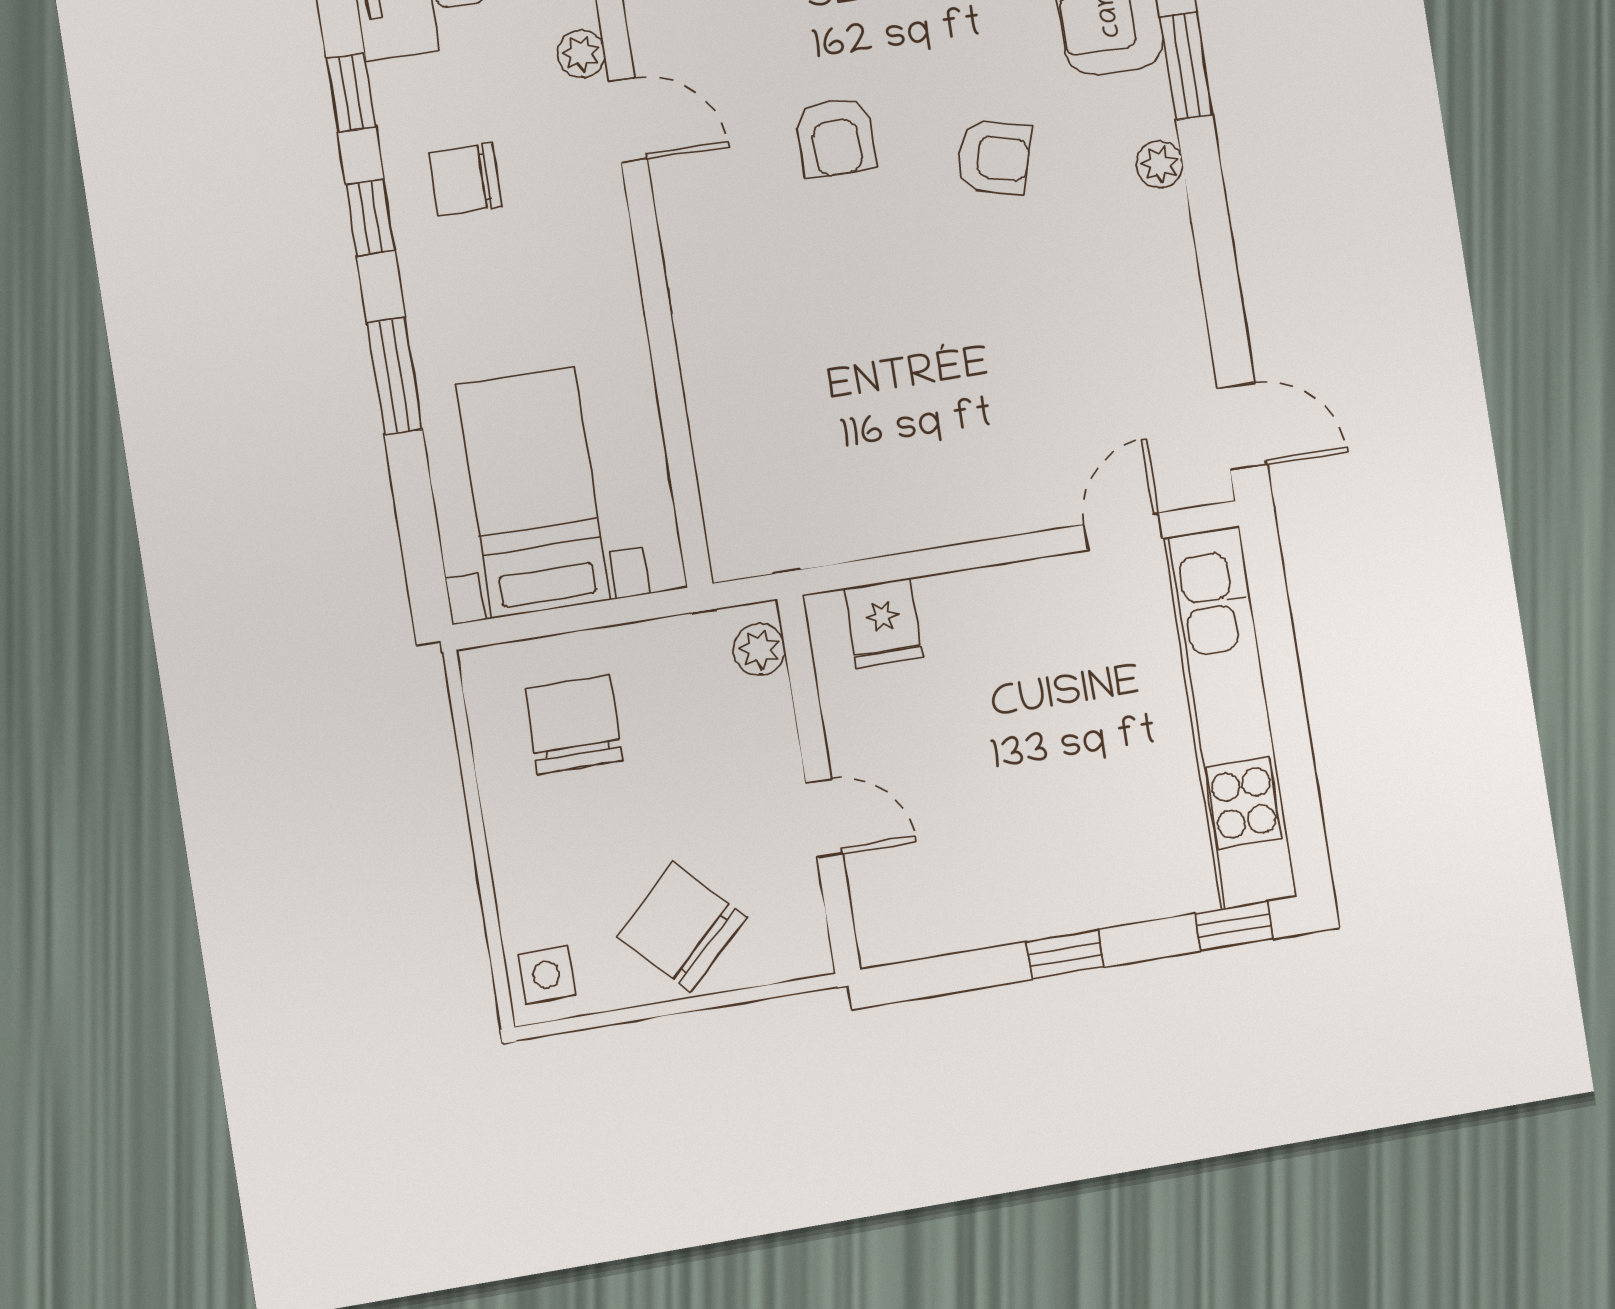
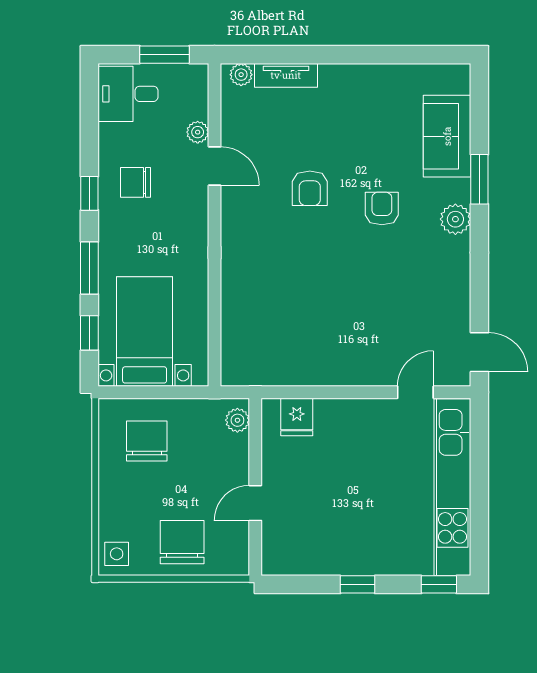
window: (351, 93) -> (89, 333), moved
armchair: (993, 157) -> (382, 209), turned -105
plant: (1159, 164) -> (455, 219), width x1.38, depth x1.38
door: (824, 818) -> (255, 503), swing flipped
chair: (682, 927) -> (182, 542), turned 44

